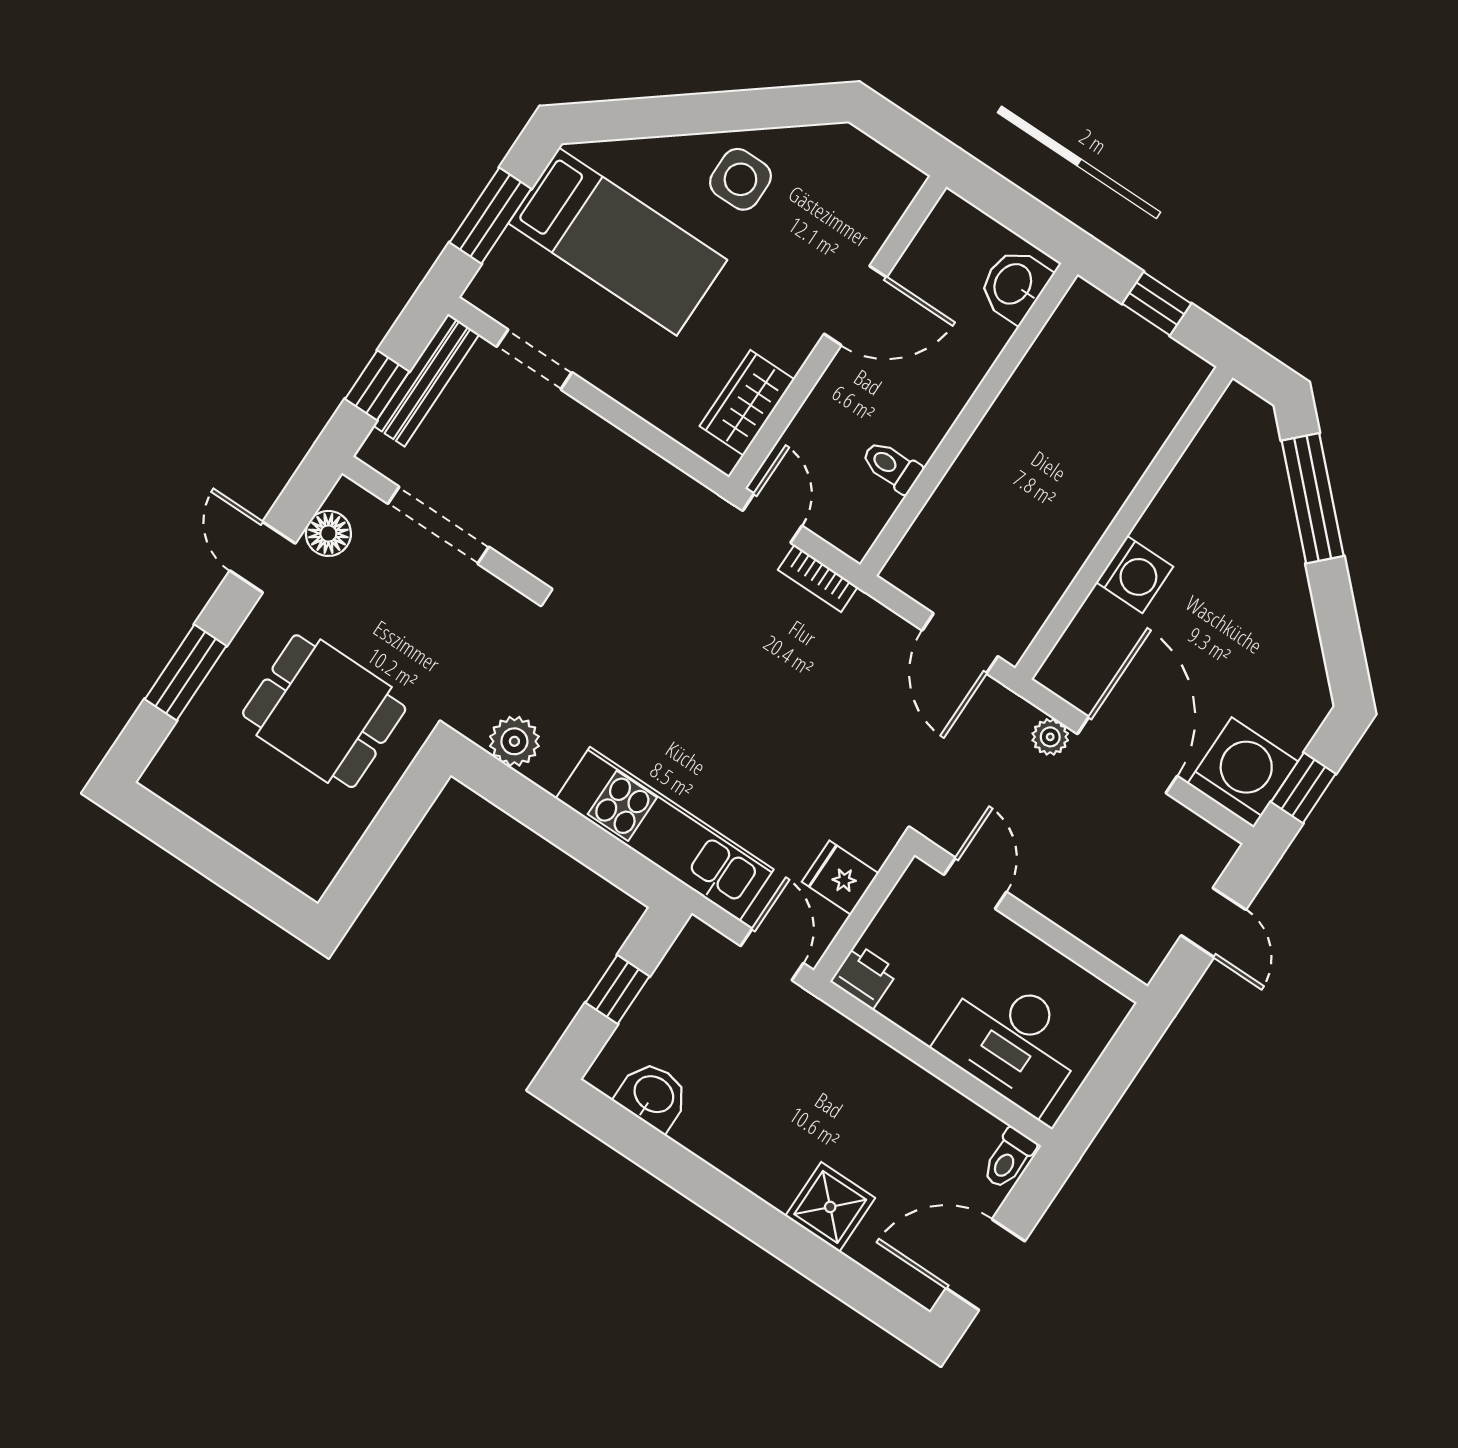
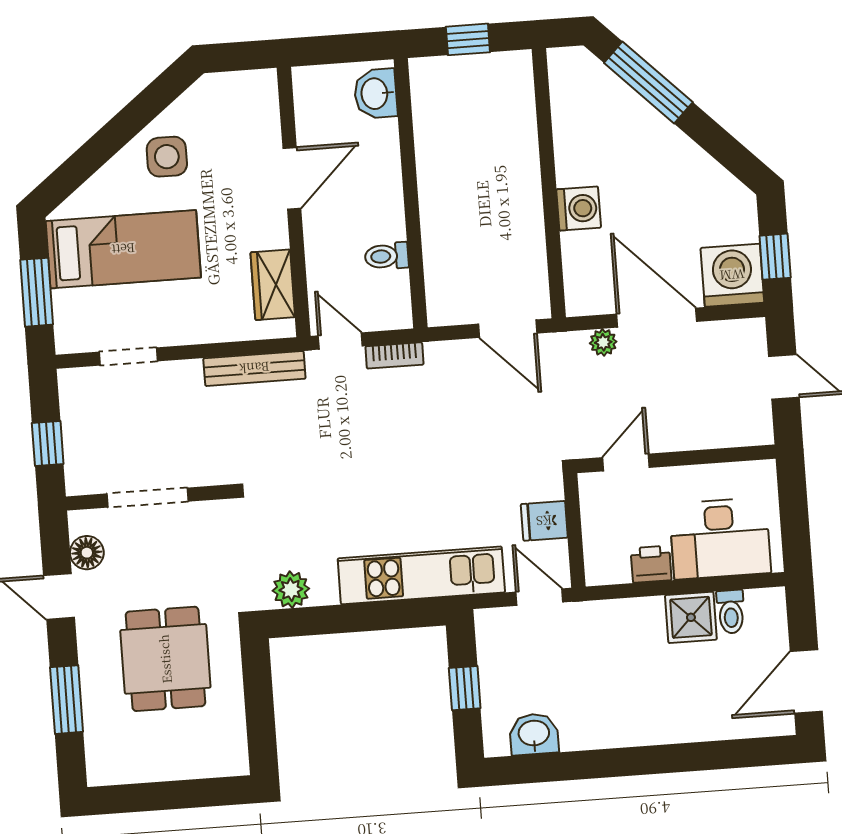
bench: (426, 380) -> (254, 368), moved, turned 90
dining table: (324, 711) -> (165, 659), turned 90
door: (975, 883) -> (626, 462), hinge flipped
printer: (864, 976) -> (651, 564), moved
toilet: (1009, 1158) -> (731, 612), moved
shower: (830, 1207) -> (691, 617), moved

